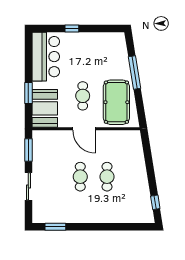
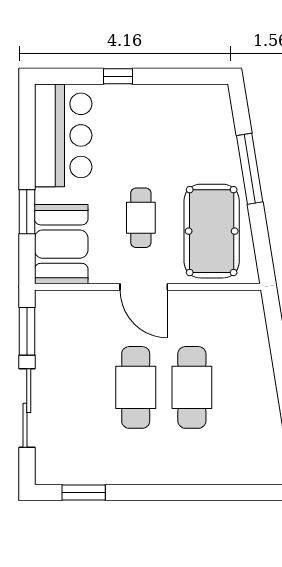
cafe table: (80, 177) -> (136, 387), width x1.37, depth x1.35
cafe table: (107, 177) -> (192, 387), width x1.37, depth x1.35
sliding door: (28, 186) -> (27, 408), width x1.37

